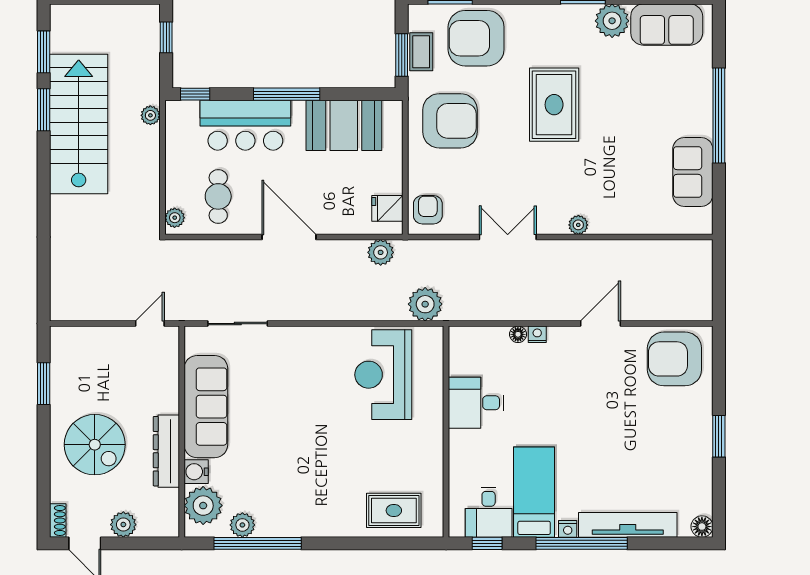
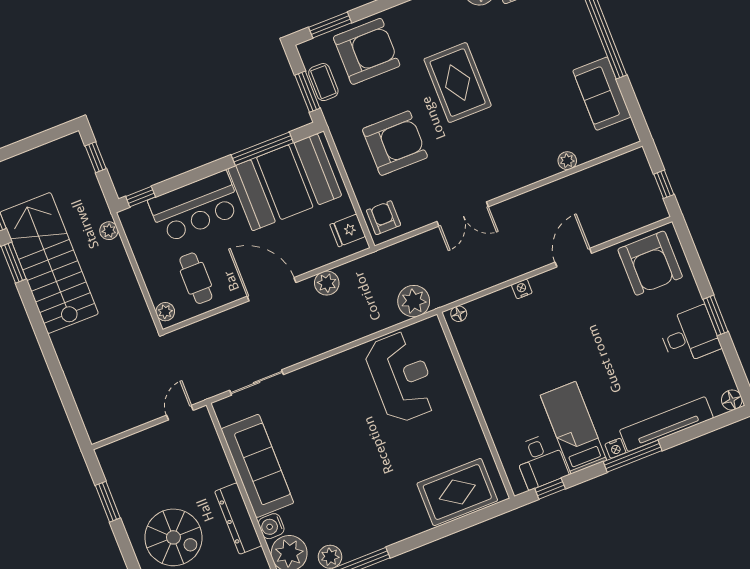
armchair: (476, 38) -> (367, 51), turned 180
window: (287, 94) -> (262, 149), moved
armchair: (450, 121) -> (395, 143), moved
booth: (344, 125) -> (285, 182), width x1.36, depth x1.42
plant: (578, 225) -> (567, 161), moved
double door: (508, 237) -> (463, 214), swing flipped
plant: (381, 252) -> (327, 283), moved
window: (719, 286) -> (664, 184), added
floor lamp: (518, 334) -> (459, 314), moved
armchair: (674, 359) -> (650, 263), turned -90
reception desk: (383, 375) -> (401, 377), turned 180
desk: (476, 403) -> (689, 335), moved, turned 180
rug: (394, 510) -> (457, 492), width x1.36, depth x1.43
window: (582, 543) -> (633, 456), width x0.68

